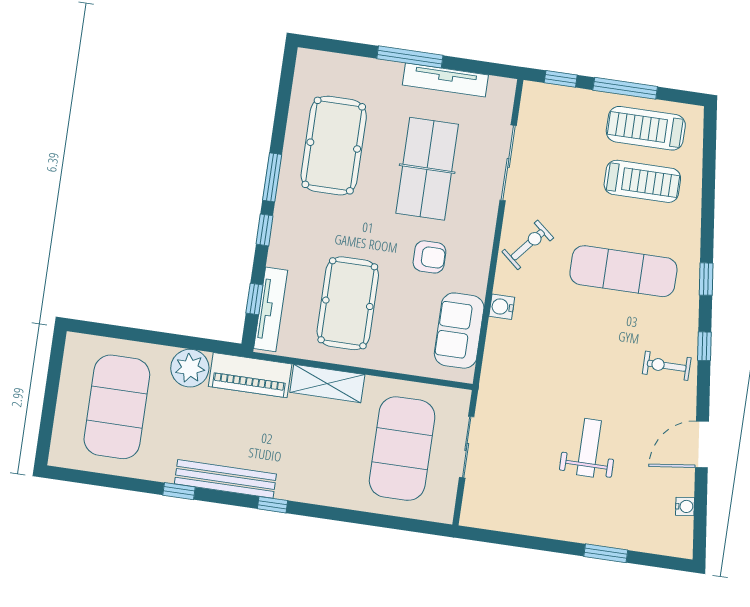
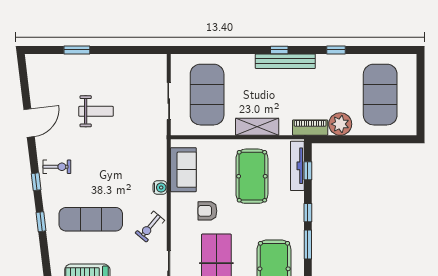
piano: (250, 375) -> (310, 128), width x0.73, depth x0.75
weight bench: (589, 448) -> (96, 111), turned -90
bench: (225, 479) -> (285, 61), moved
water cooler: (685, 506) -> (34, 85), removed

